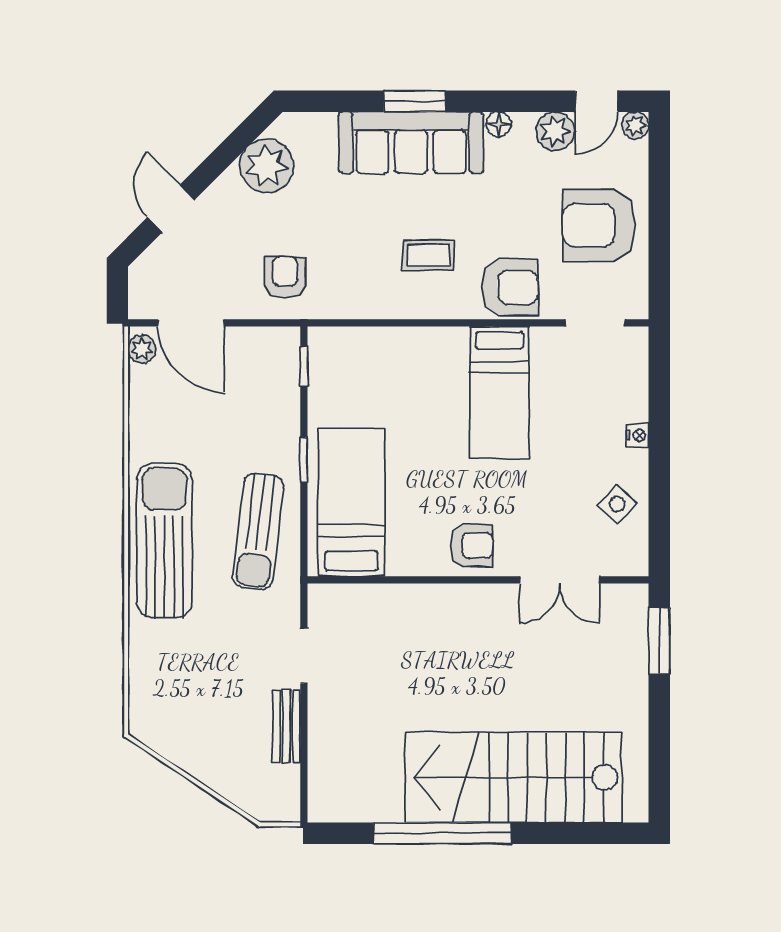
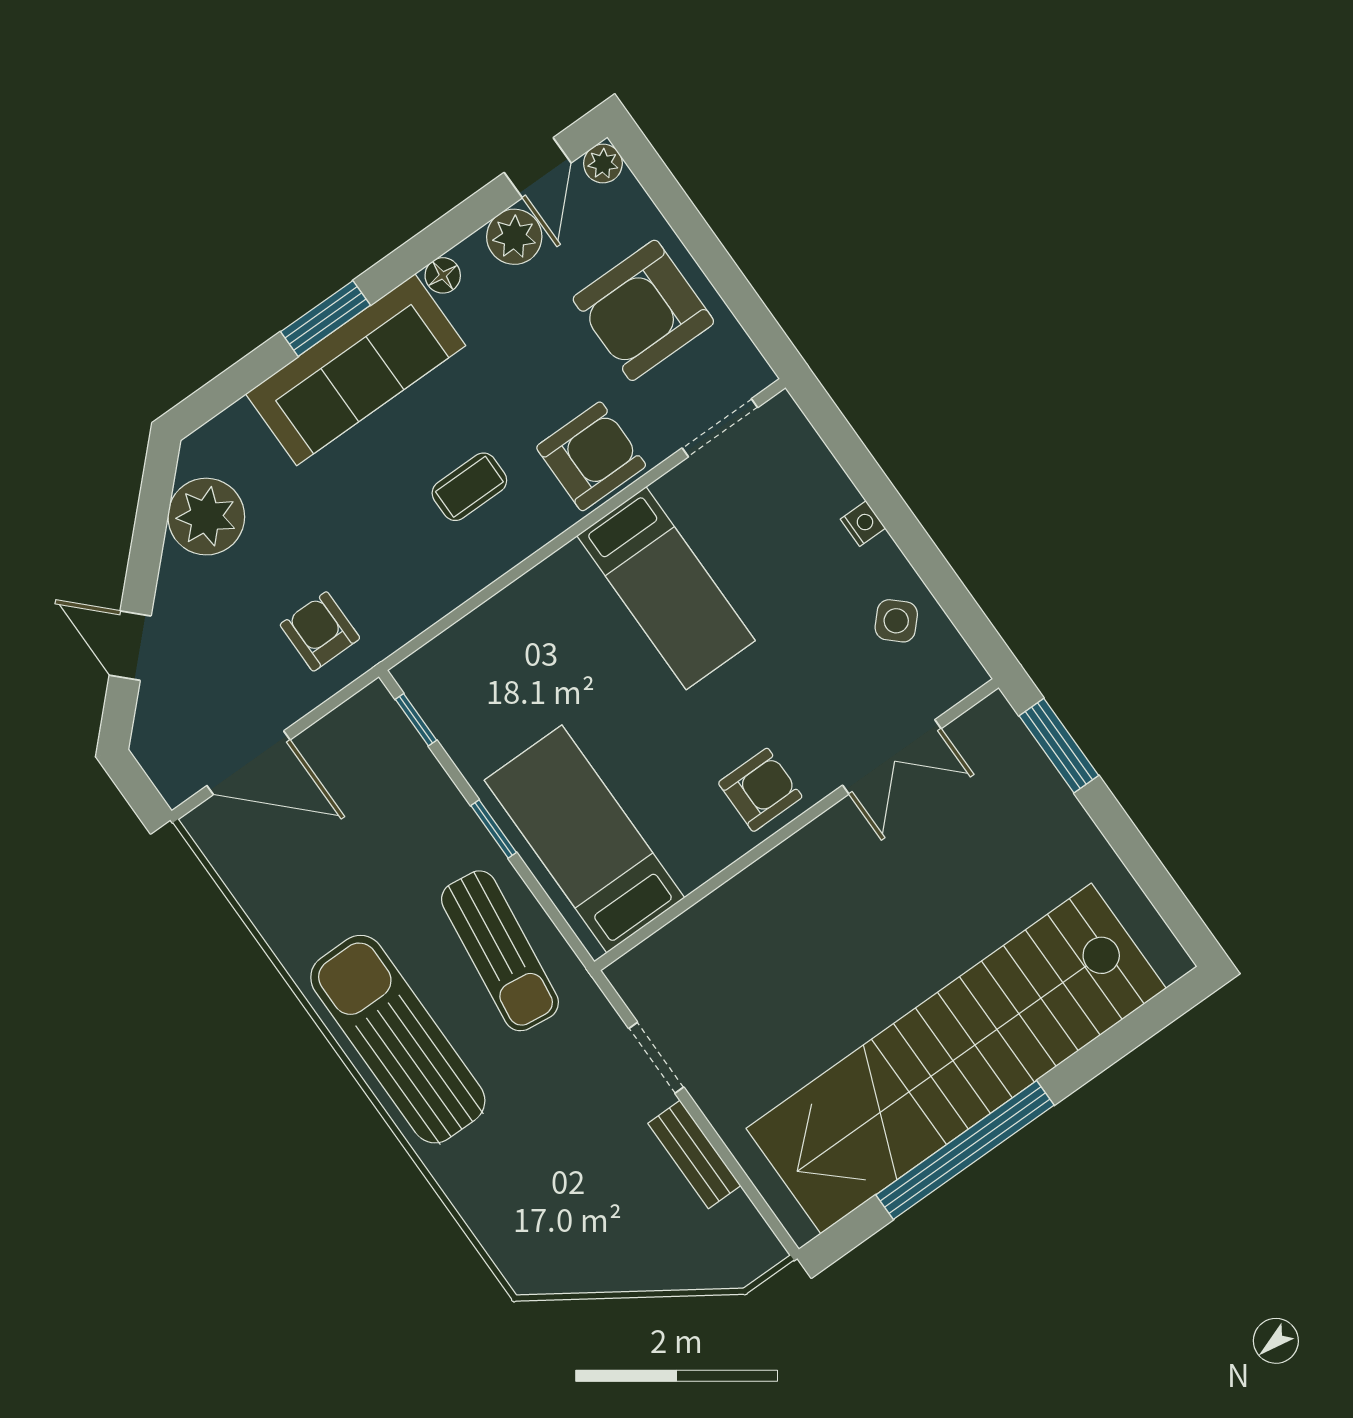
plant: (142, 349) -> (213, 834), removed
stairs: (514, 777) -> (956, 1058), width x1.36

